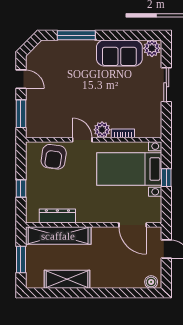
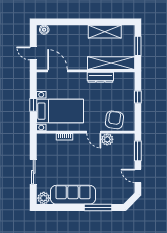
sofa: (119, 53) -> (73, 195), width x1.36
plant: (102, 130) -> (107, 139), moved
dresser: (57, 216) -> (100, 77), moved

